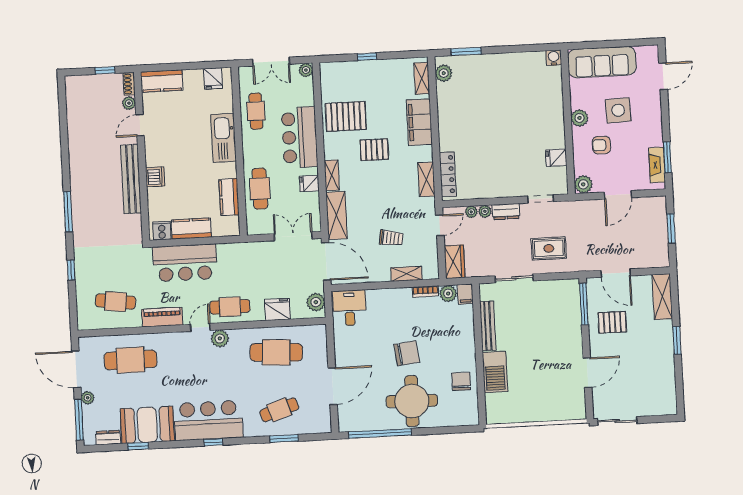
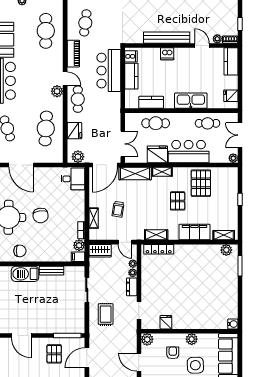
fridge: (309, 183) -> (157, 154), width x1.88, depth x1.34
bench: (488, 326) -> (52, 271), width x0.73

